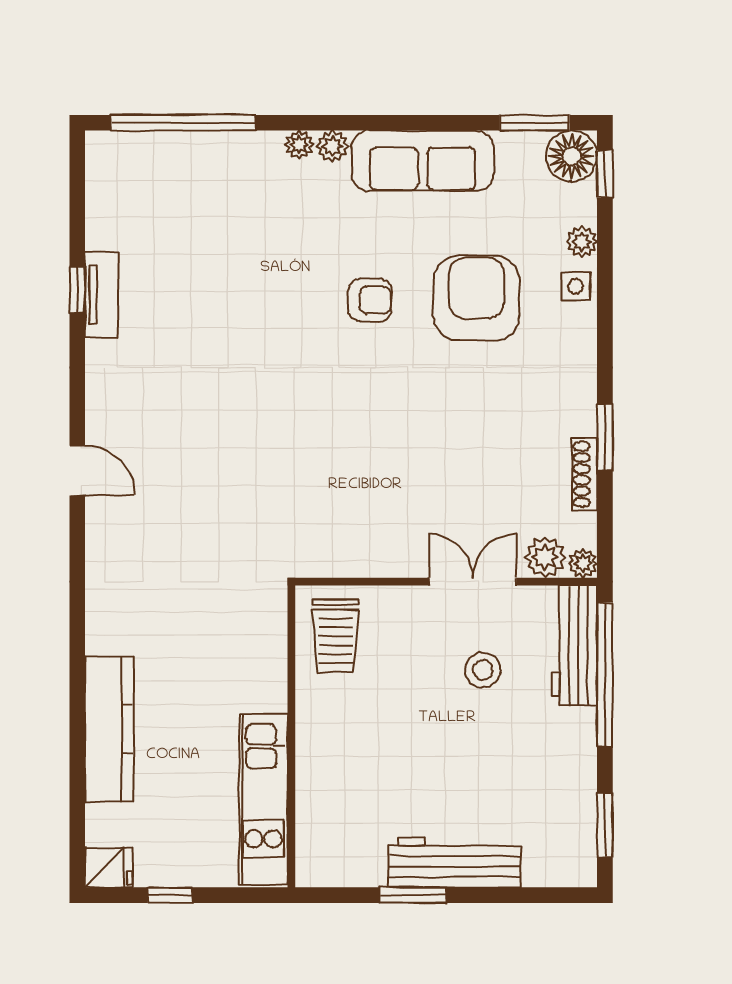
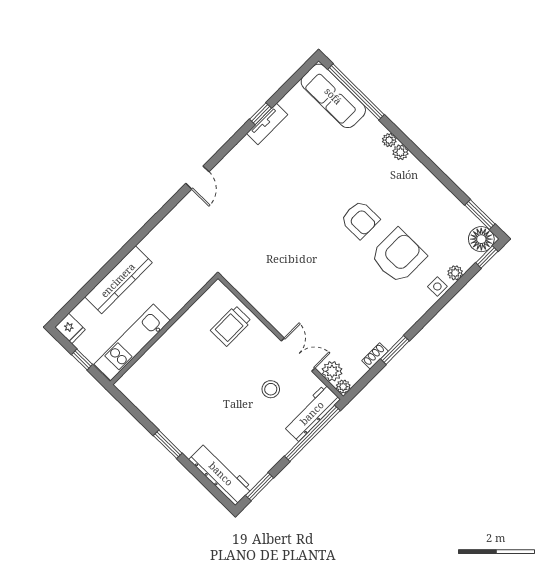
sofa: (423, 161) -> (333, 96), moved
armchair: (370, 300) -> (360, 220), width x1.38, depth x1.38
shoe rack: (585, 474) -> (375, 356), width x0.70
wall: (291, 736) -> (164, 330), moved
kitchen unit: (263, 799) -> (132, 342), moved
workbench: (454, 863) -> (221, 474), moved

